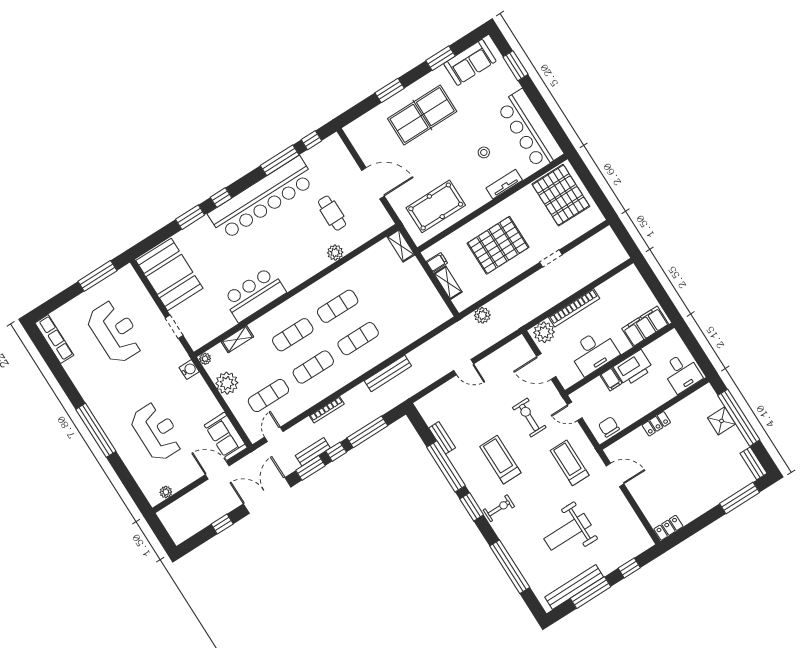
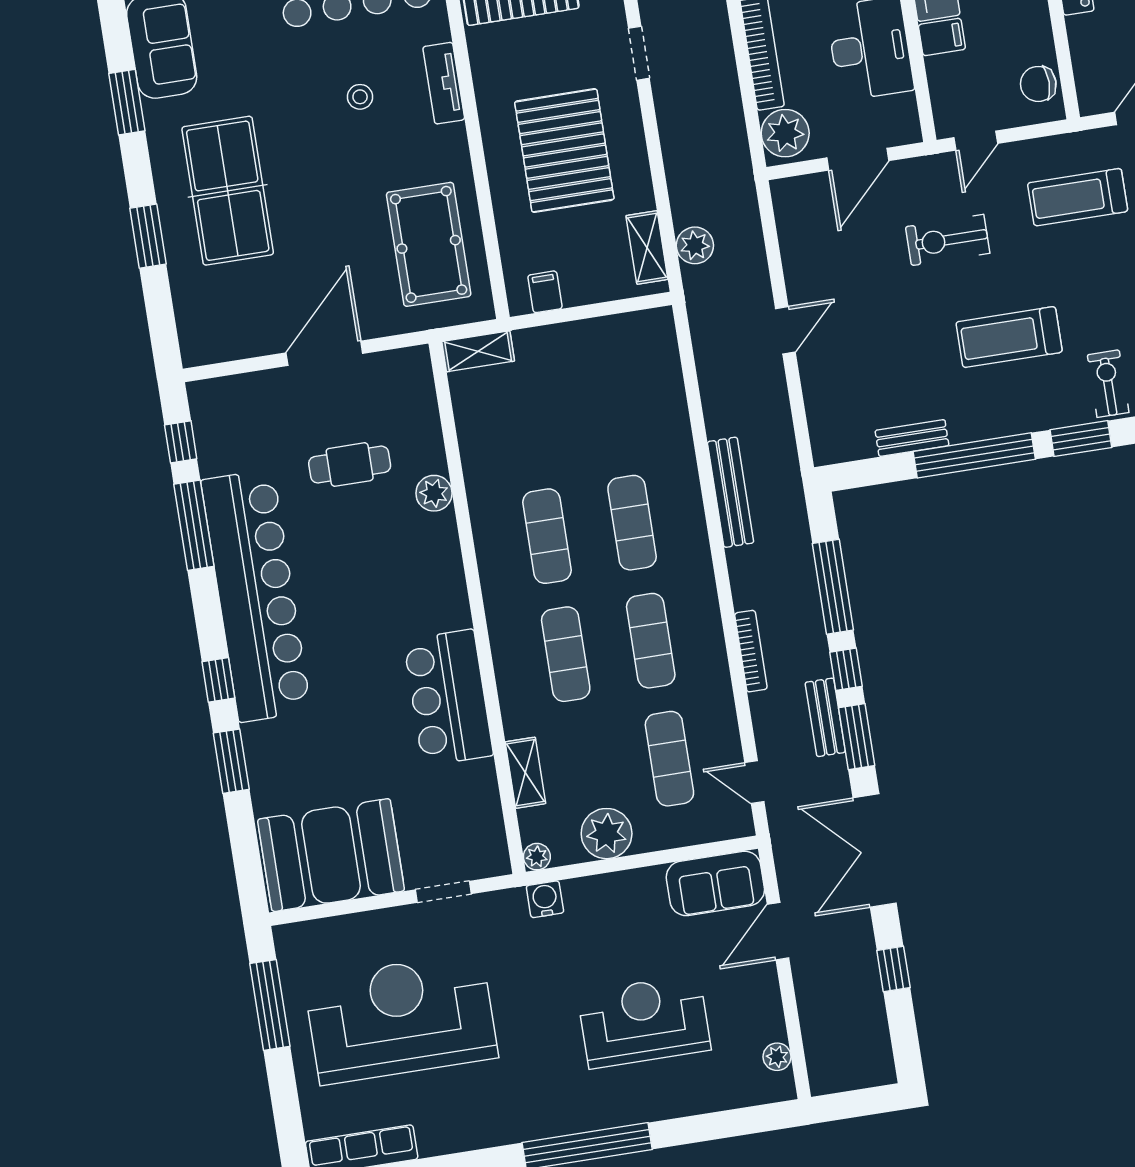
shelving: (448, 283) -> (647, 247), moved, turned 90
reception desk: (115, 332) -> (401, 1018), width x1.36, depth x1.30

